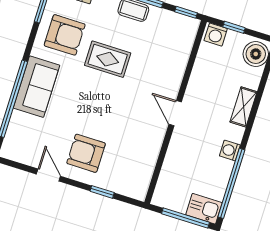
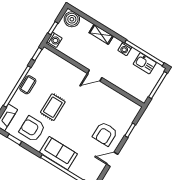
armchair: (65, 35) -> (32, 129), turned -90
kitchen sink: (204, 209) -> (145, 63), moved, turned -90

